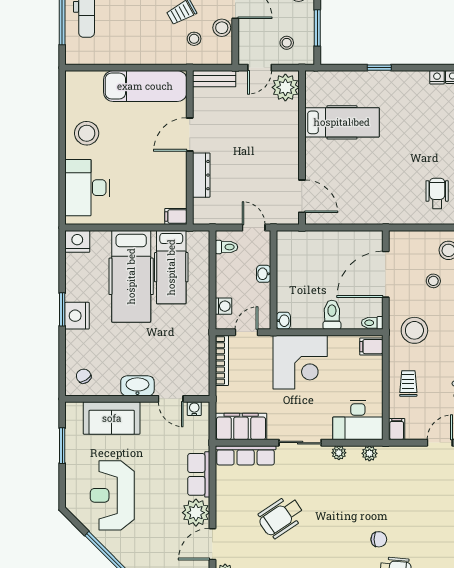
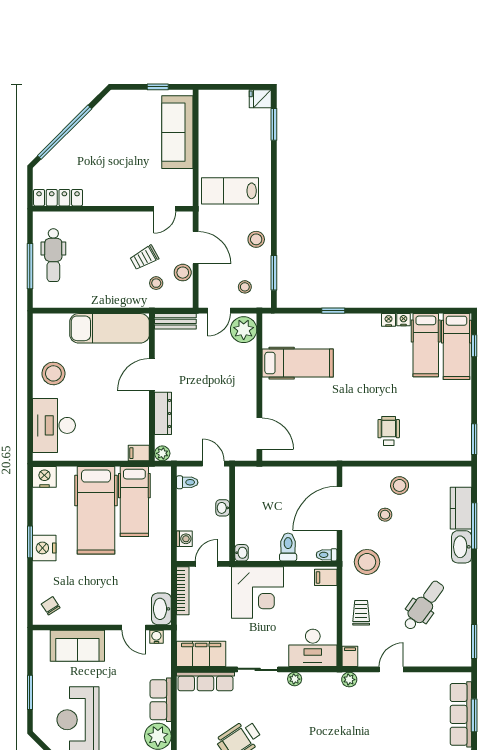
plant: (200, 217) -> (162, 453), added
washbasin: (137, 386) -> (161, 609), moved, turned -90
window: (62, 446) -> (30, 692), moved
plant: (369, 453) -> (349, 680), moved

